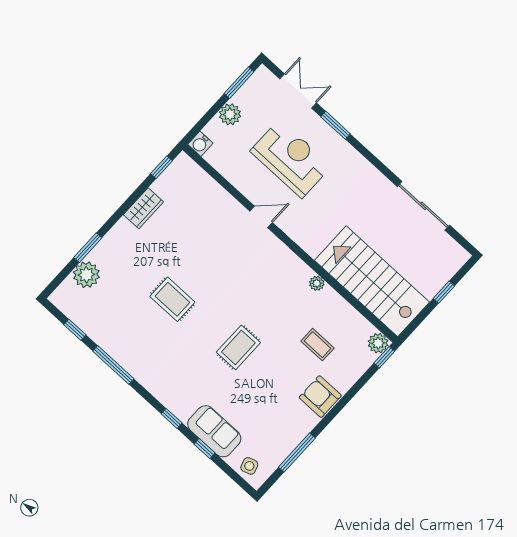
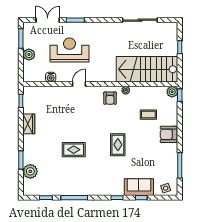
water cooler: (200, 144) -> (51, 77), moved
armchair: (286, 274) -> (110, 98), added

